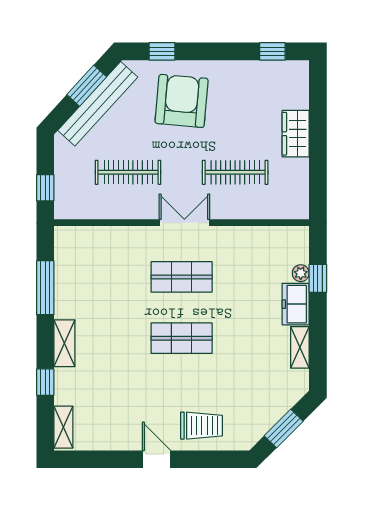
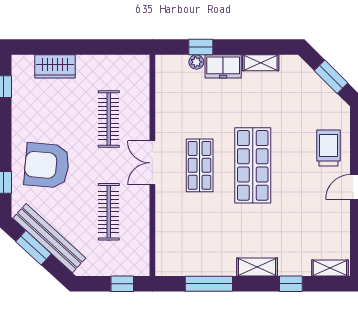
wardrobe: (296, 134) -> (55, 66), moved
shop shelf: (182, 338) -> (253, 165), width x1.43, depth x1.36

